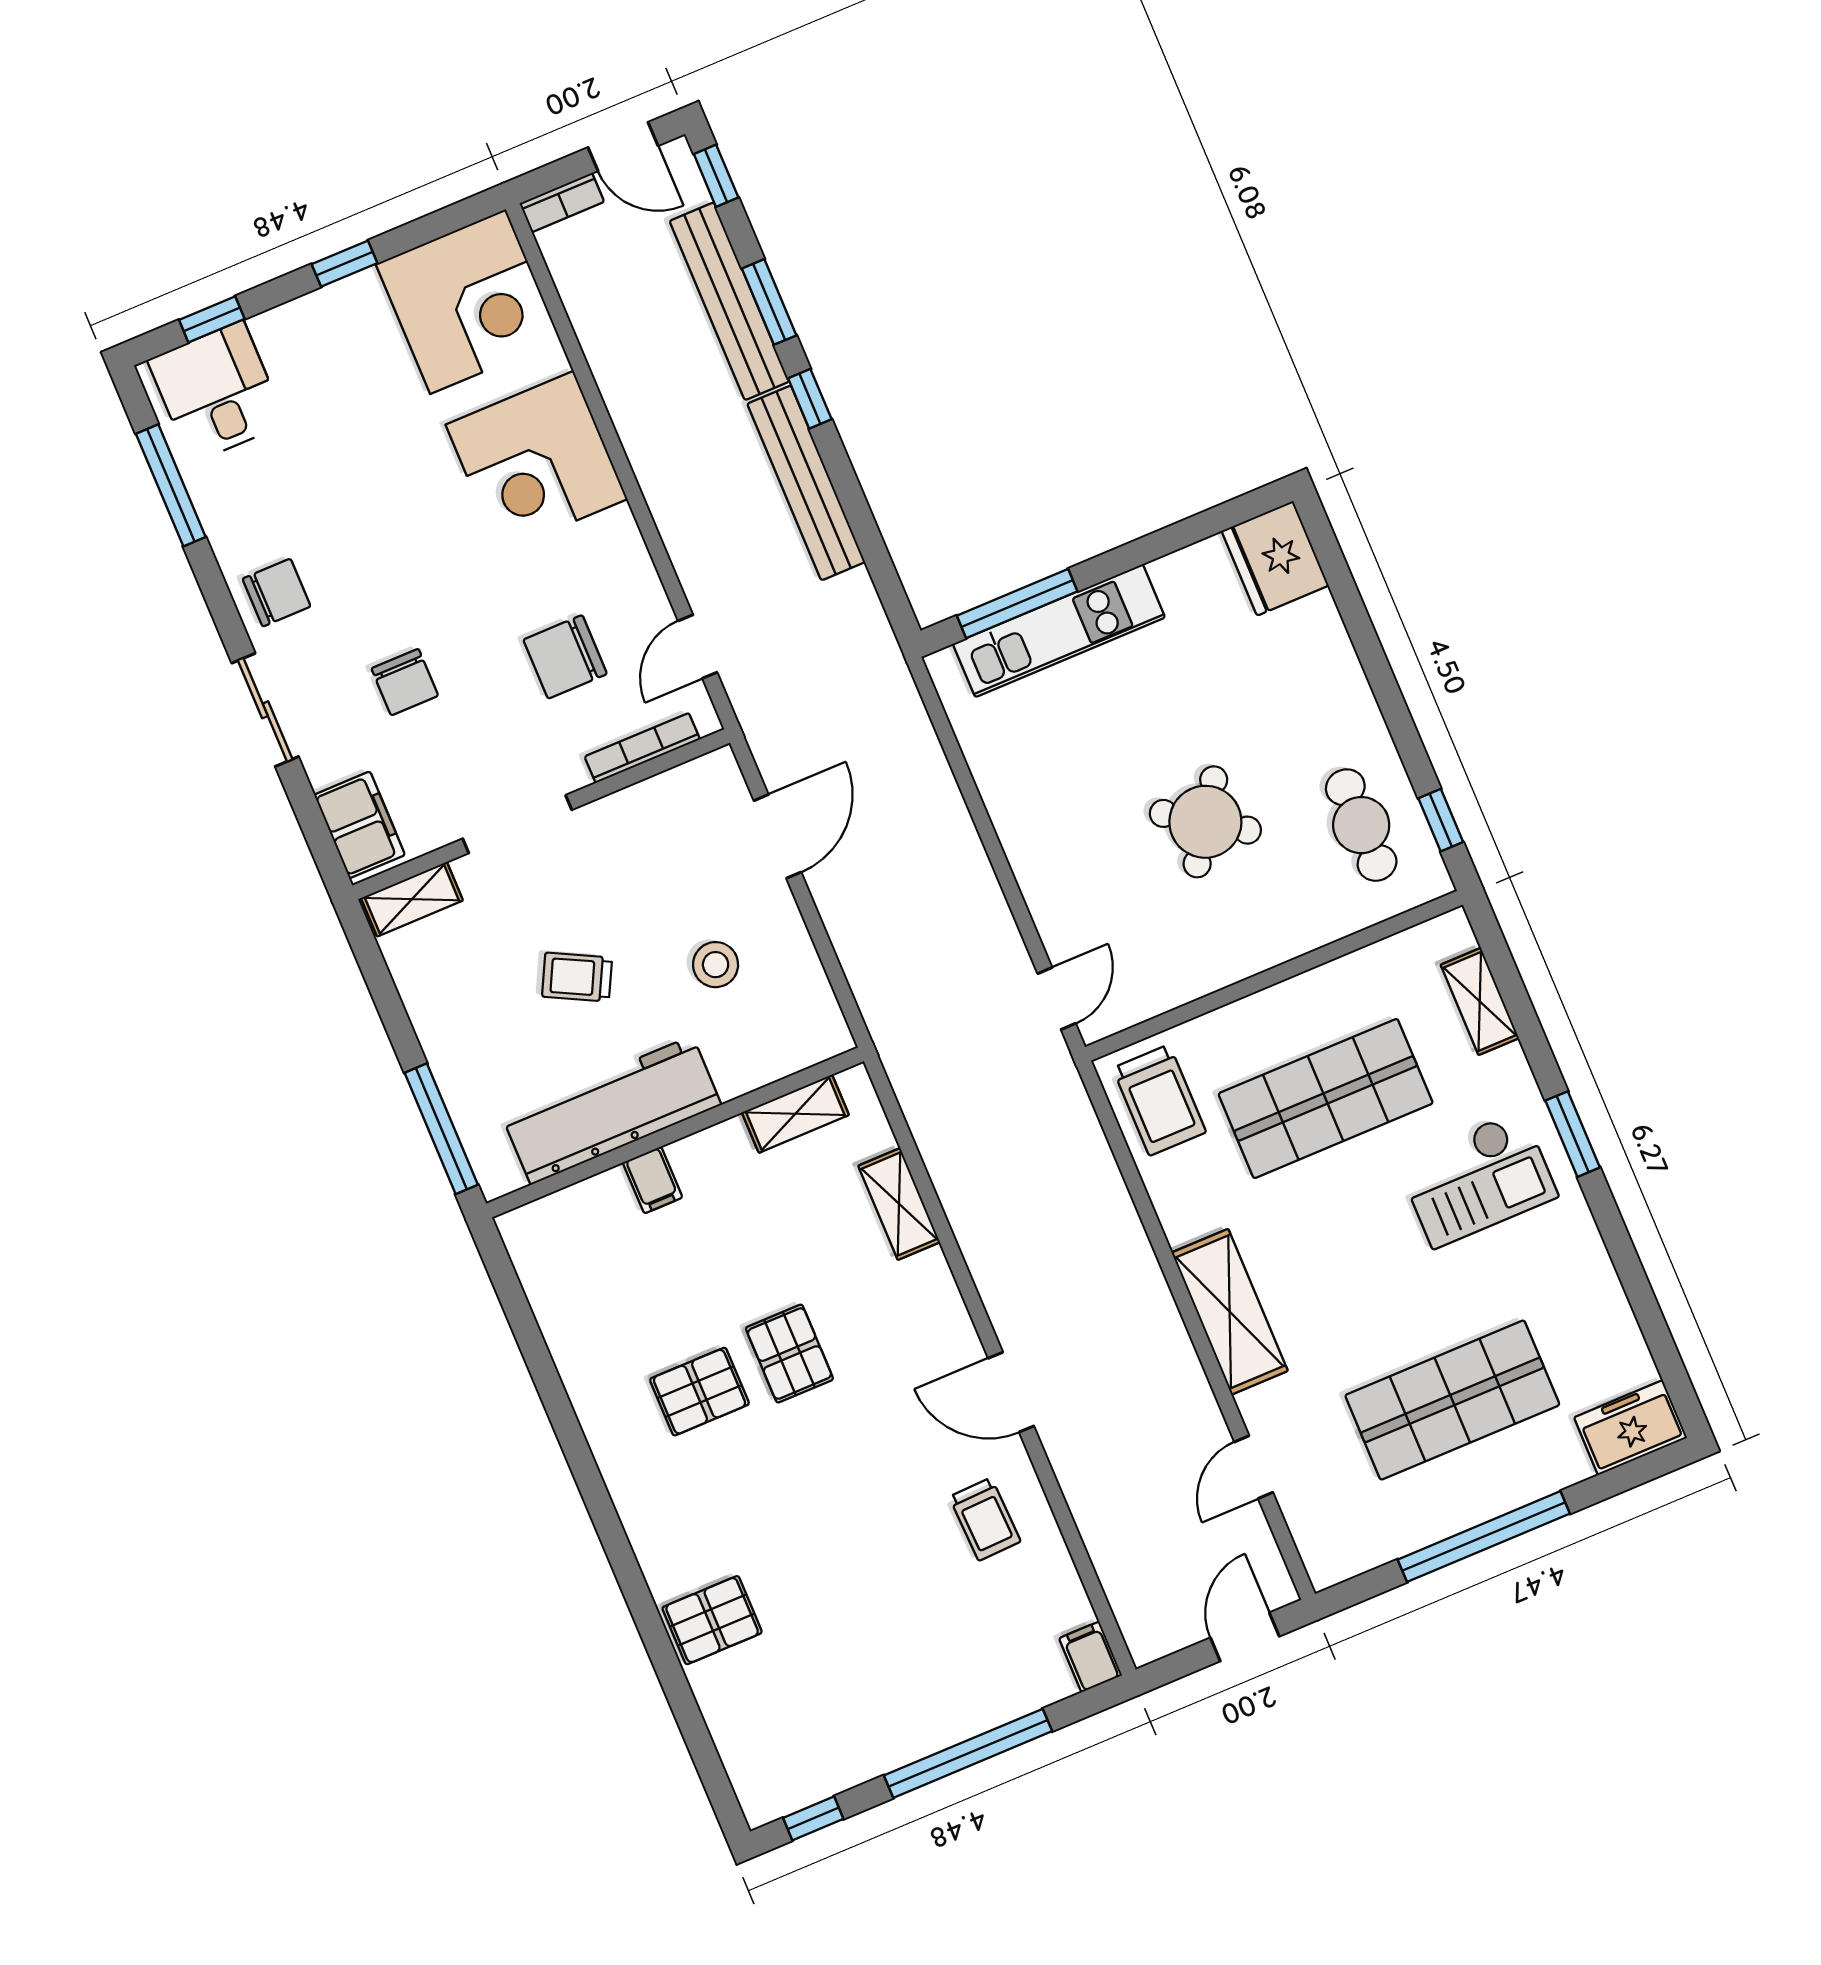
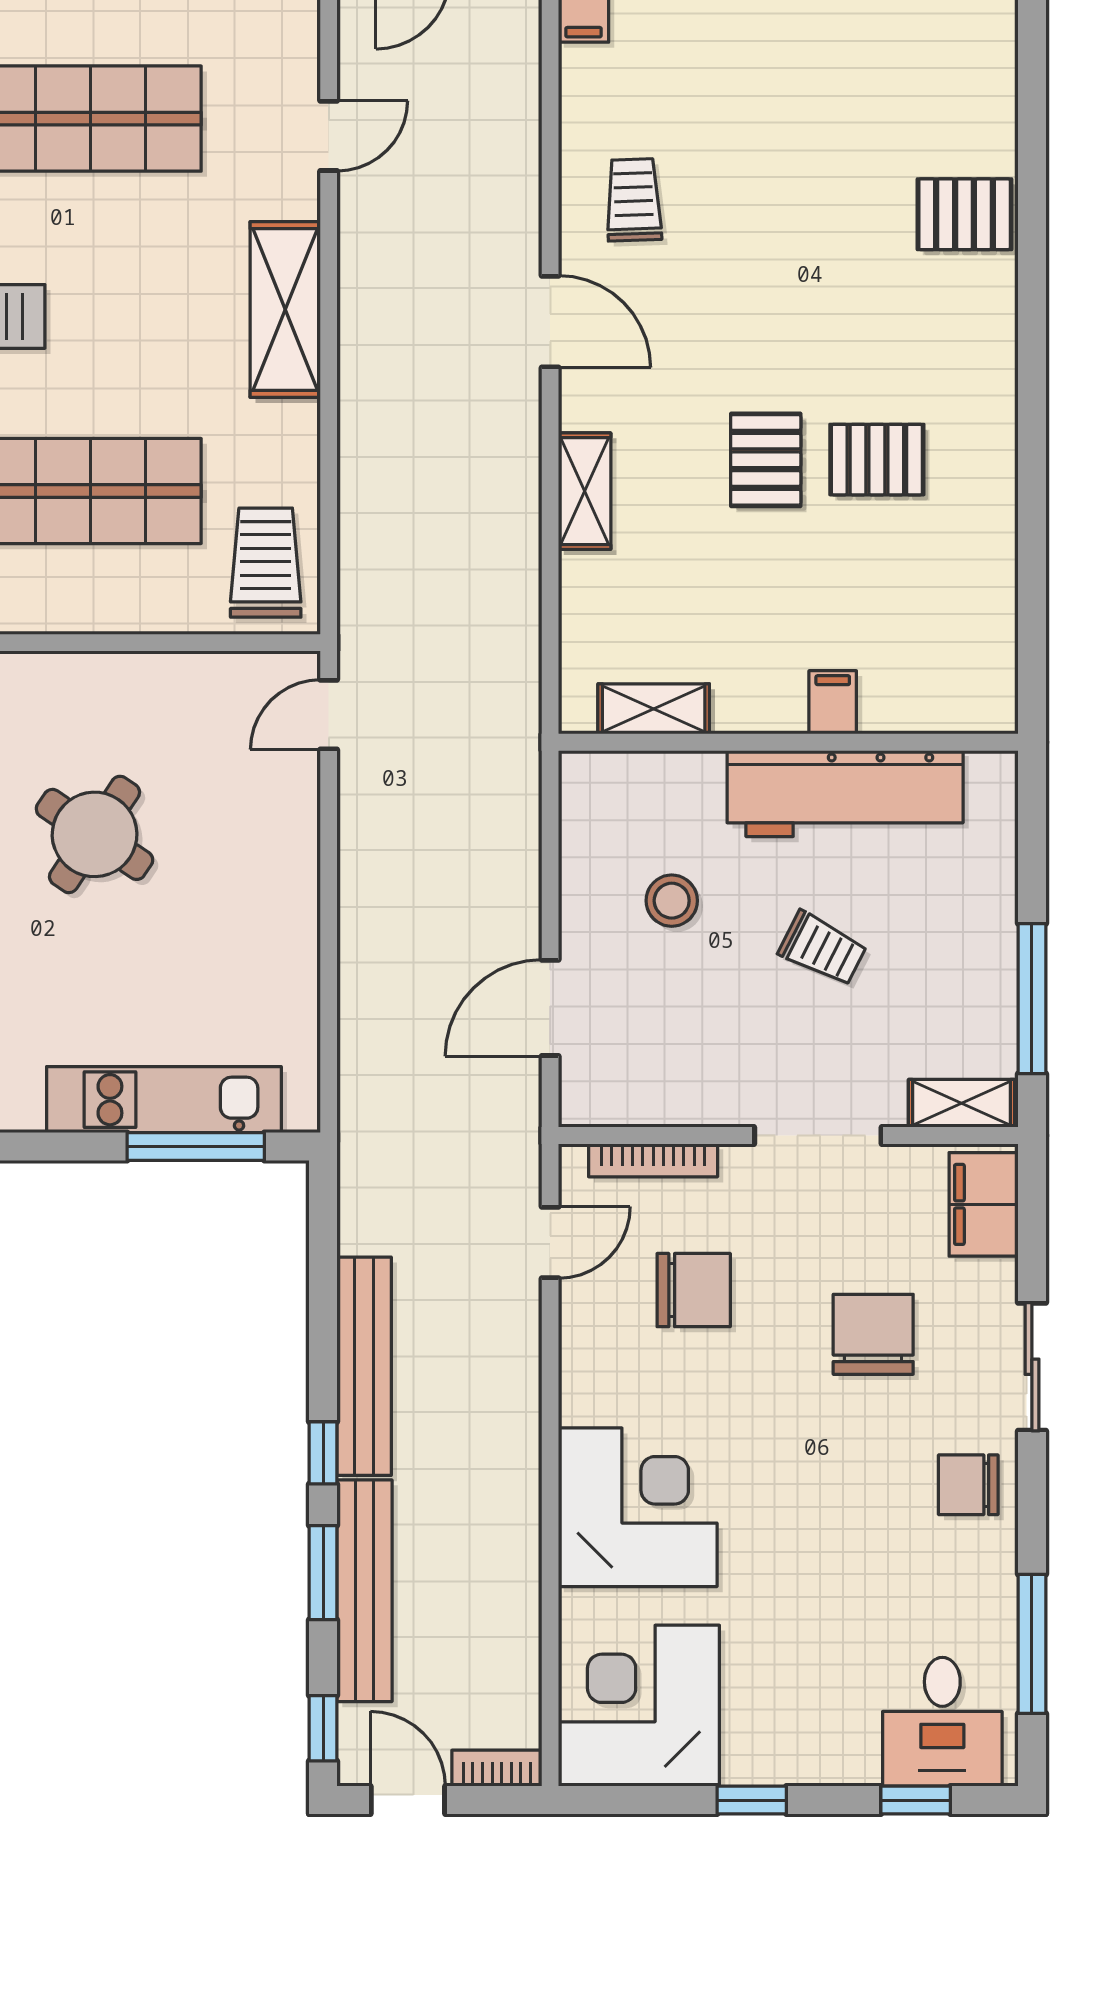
chair: (405, 682) -> (873, 1334), width x1.37, depth x1.37
window: (441, 1129) -> (1032, 999), moved
shelving: (899, 1204) -> (585, 491), moved

